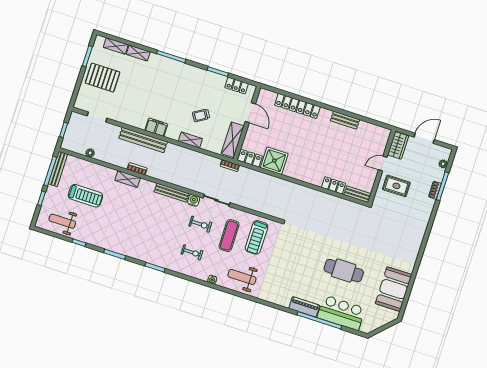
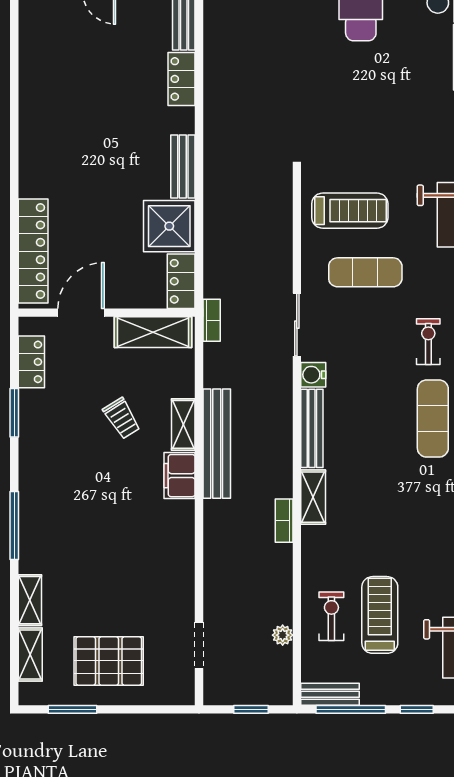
pallet: (103, 78) -> (109, 661), turned 90
locker: (297, 106) -> (33, 251), moved
bench: (345, 120) -> (183, 167), moved
filing cabinet: (156, 127) -> (180, 476), moved
bench: (143, 140) -> (217, 444), moved
bench: (58, 169) -> (330, 694), width x0.73
shelving: (128, 179) -> (313, 497), moved
exercise bike: (200, 224) -> (331, 616), moved
exercise mat: (160, 244) -> (433, 419), added

